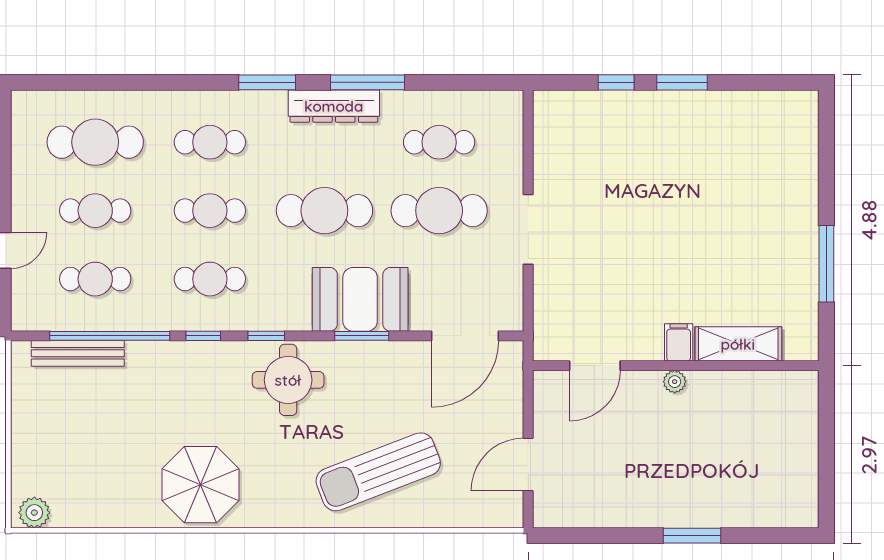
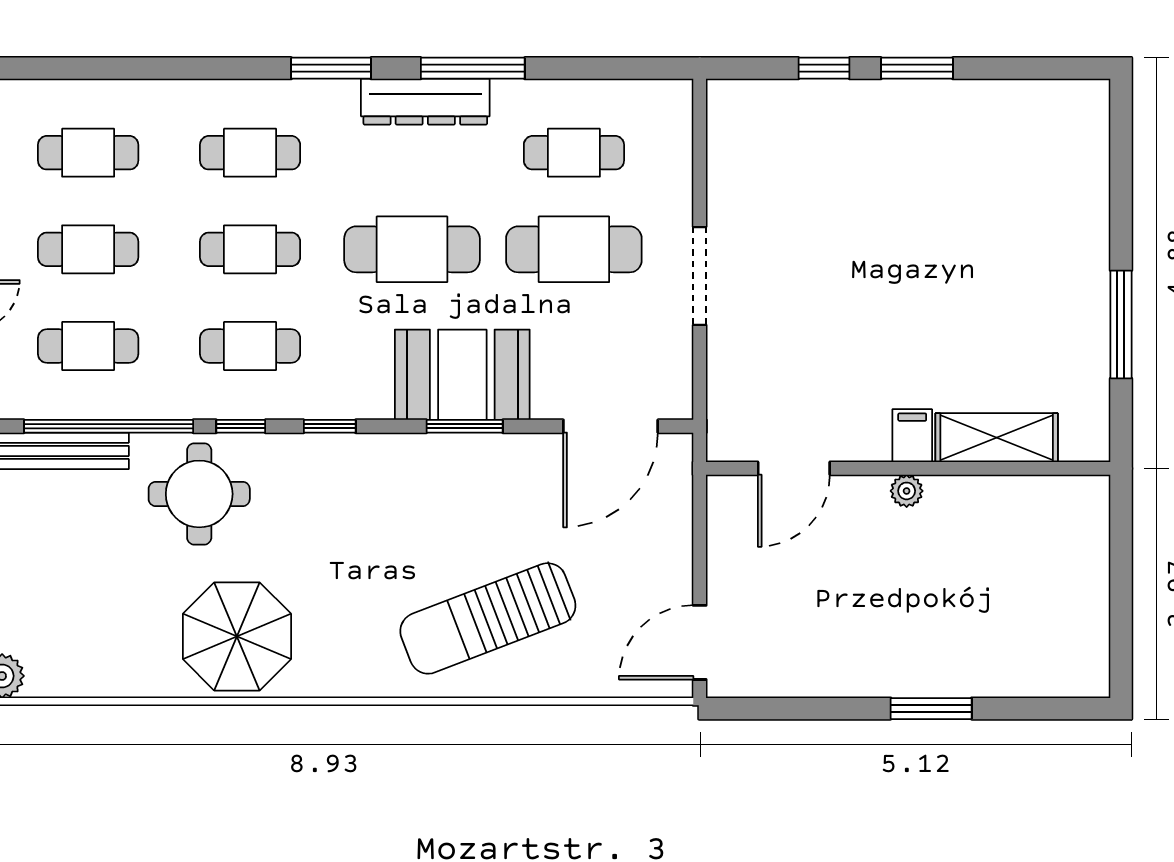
cafe table: (95, 142) -> (88, 153), width x0.73, depth x0.74
round table: (288, 380) -> (199, 494), moved
door: (528, 465) -> (700, 642), moved

